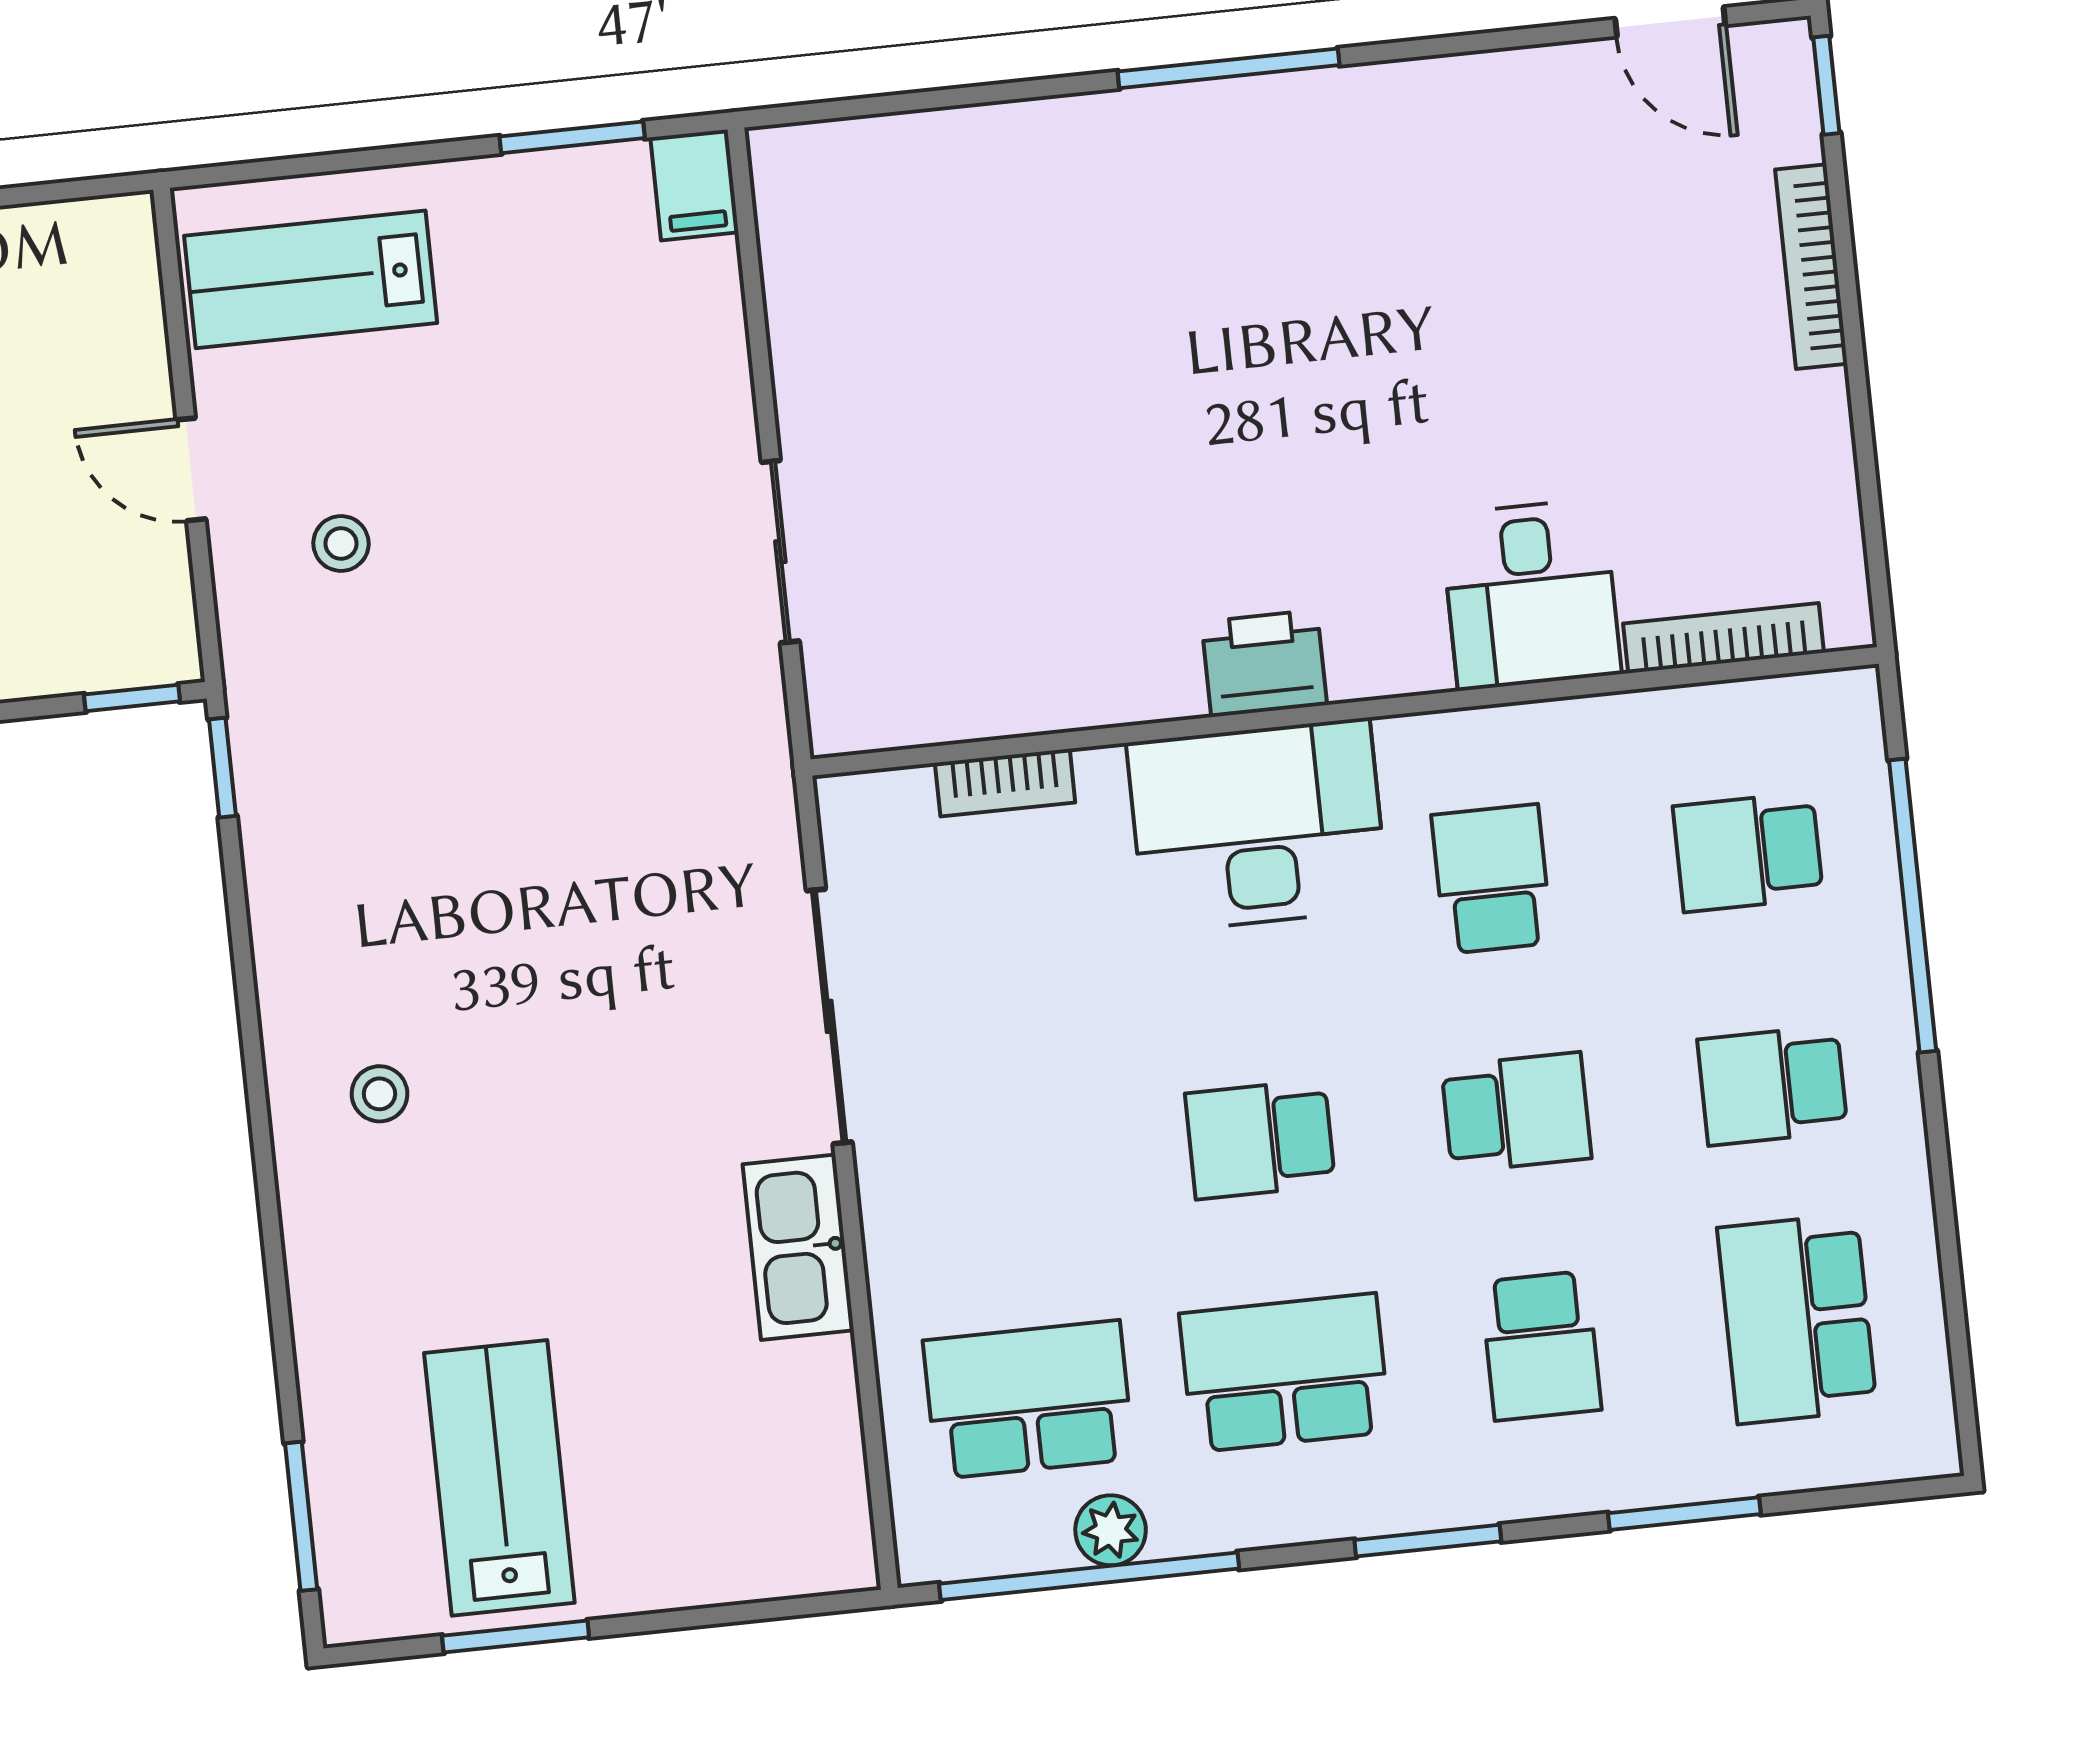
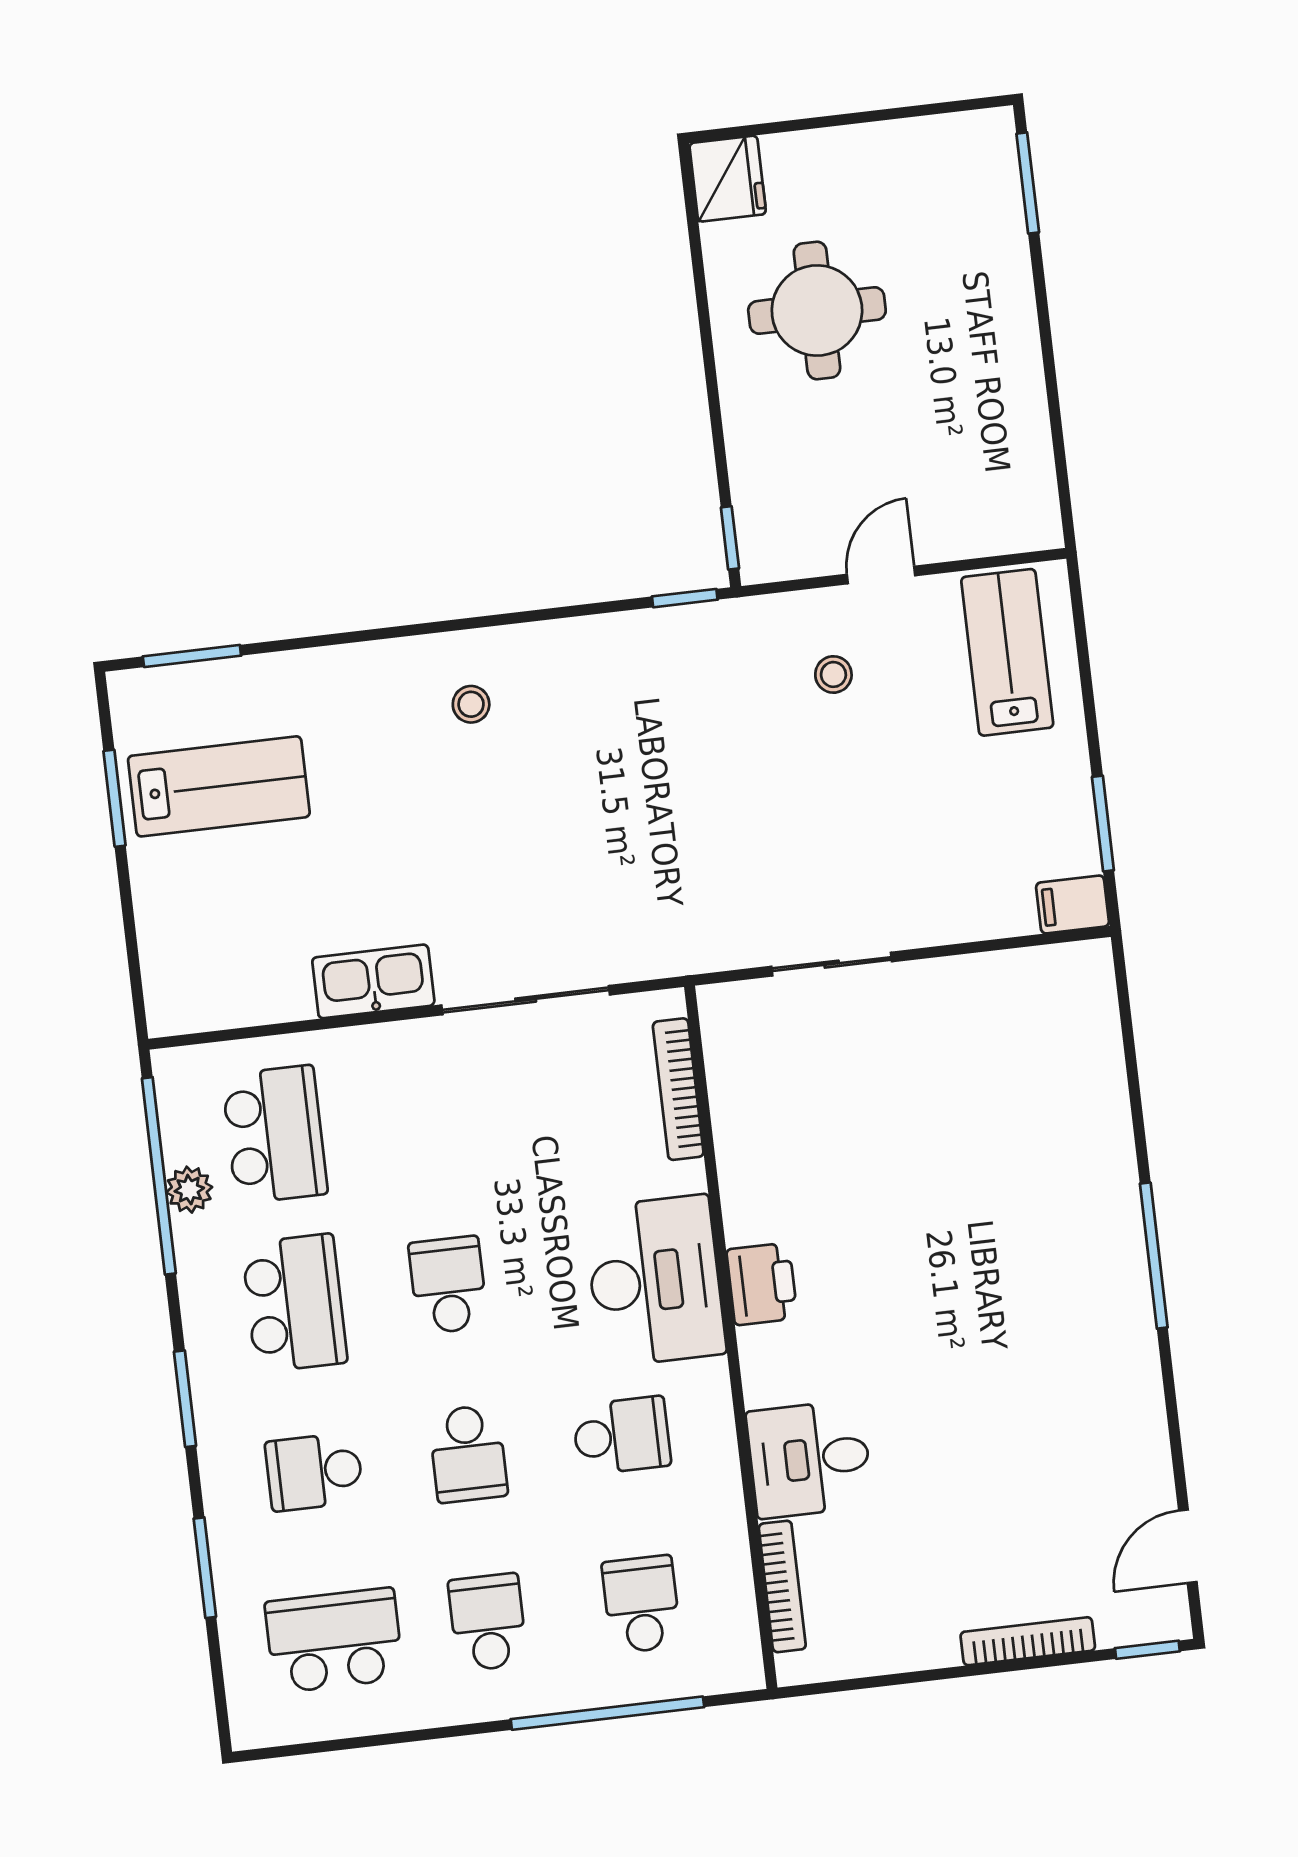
bookcase: (1005, 783) -> (678, 1089), width x1.56

